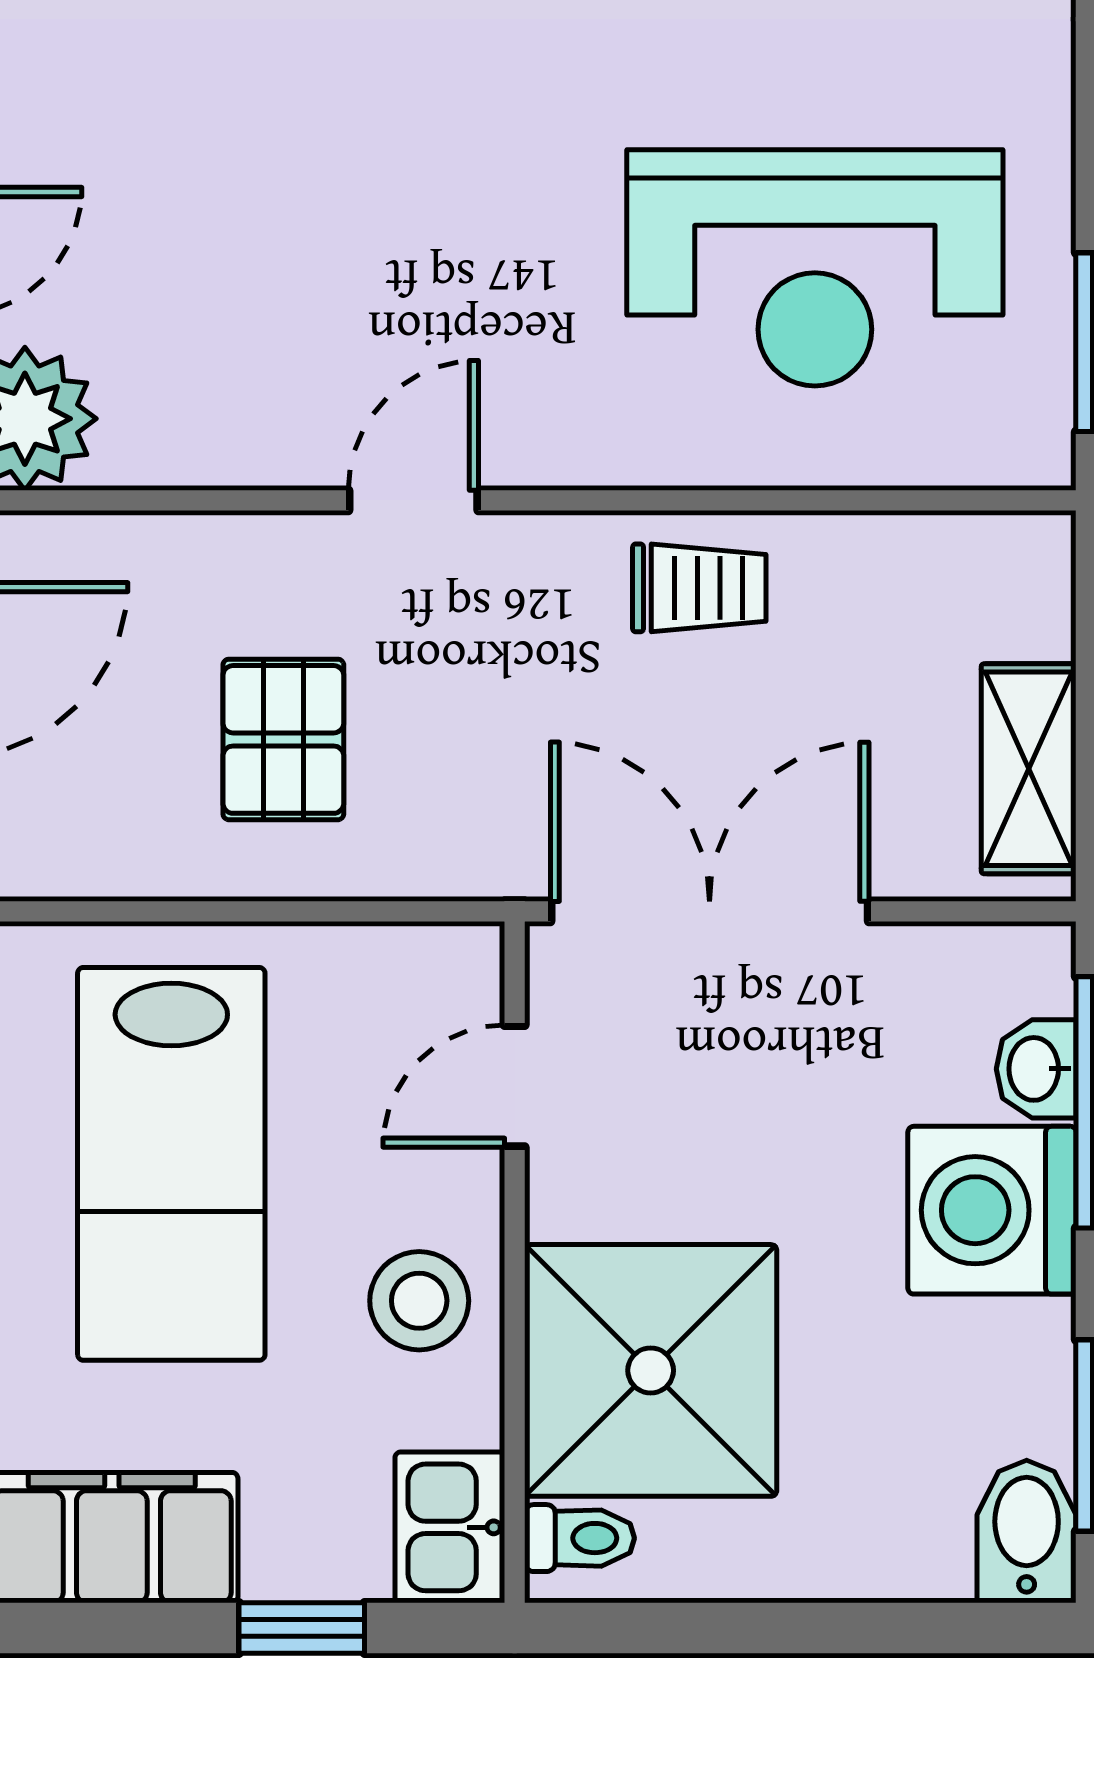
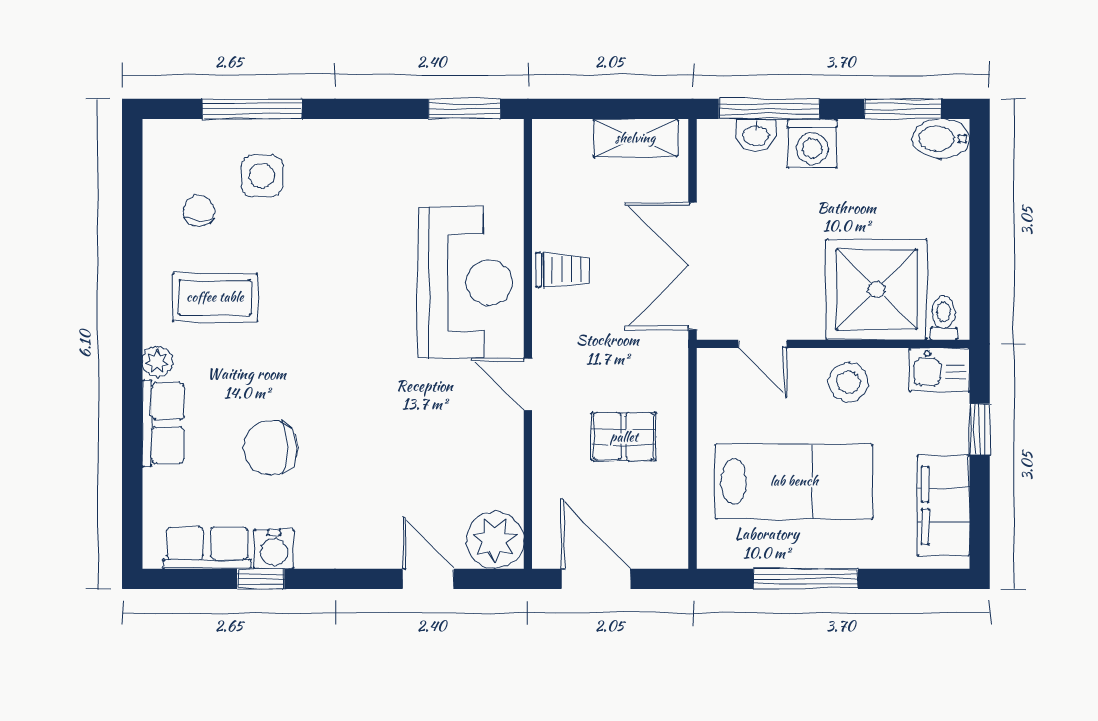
reception desk: (815, 268) -> (465, 283), moved
trolley: (699, 588) -> (563, 270), turned 90
washing machine: (992, 1210) -> (812, 144), width x0.73, depth x0.73

